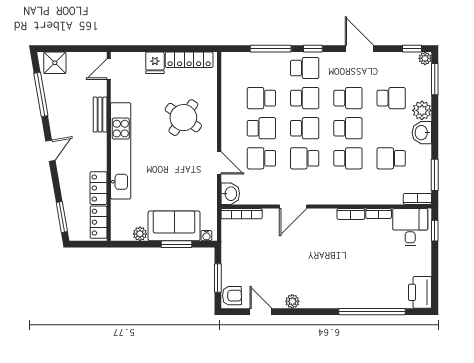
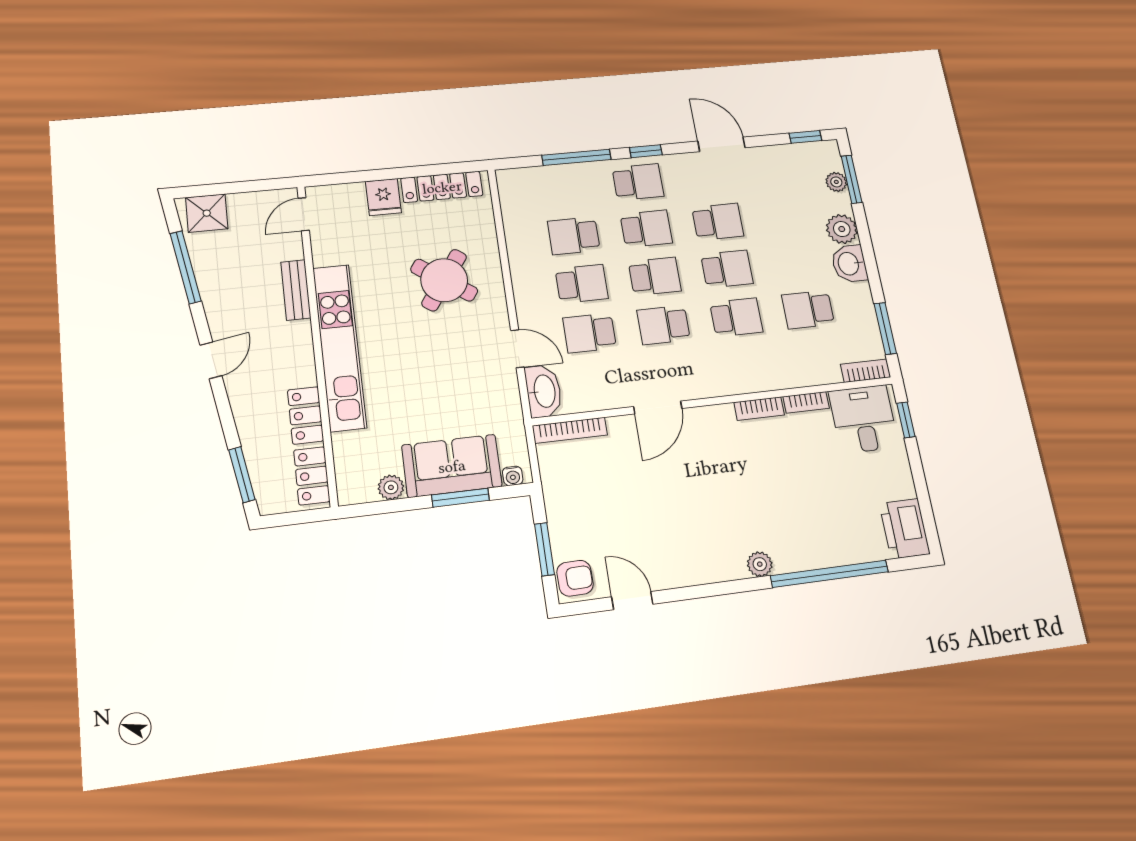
plant: (425, 58) -> (836, 182), moved
school desk: (391, 98) -> (788, 215), removed
washbasin: (230, 194) -> (544, 391), width x1.38
plant: (292, 301) -> (760, 564), moved

